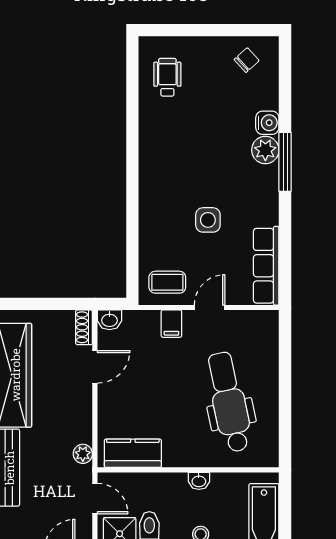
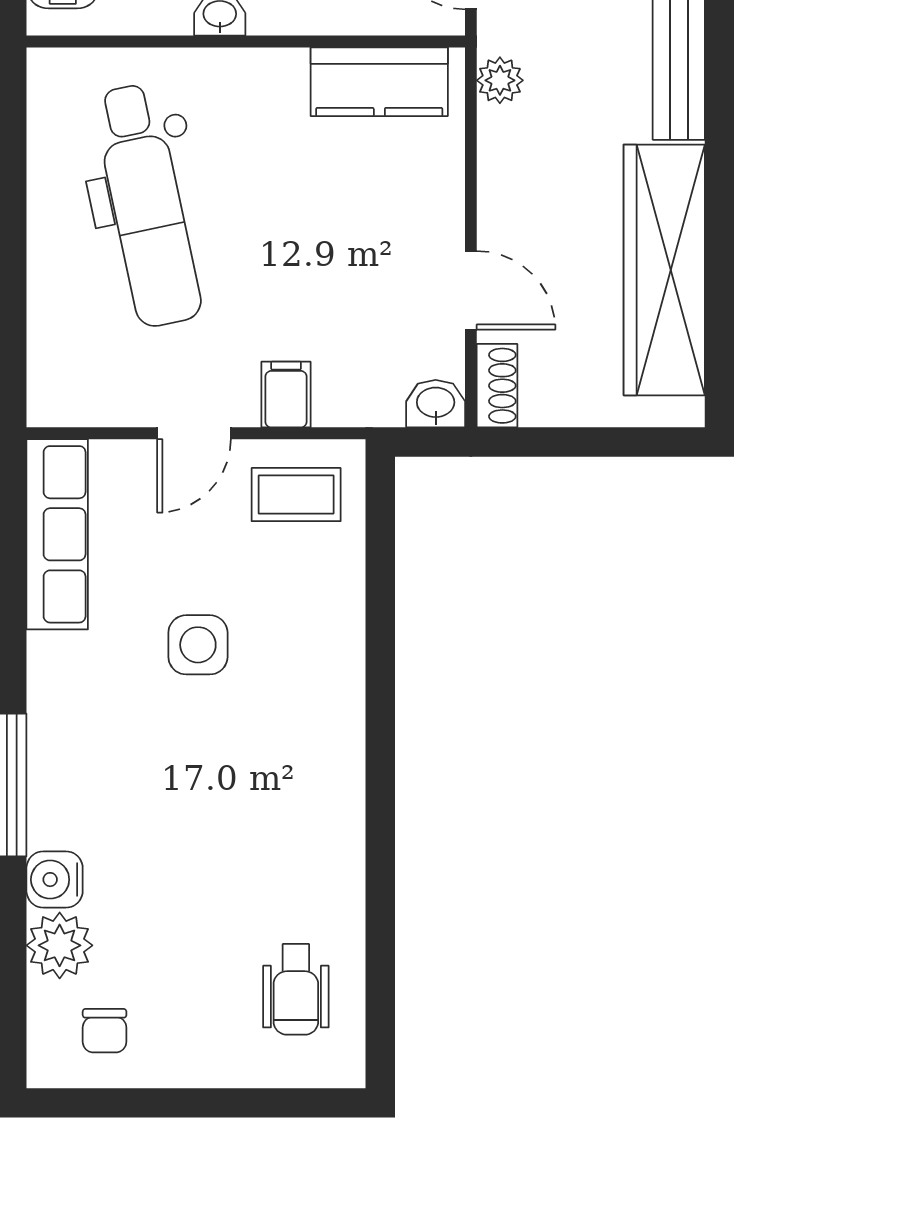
chair: (247, 60) -> (105, 1031), turned -48
plant: (265, 150) -> (60, 945), moved
door: (95, 367) -> (471, 290), swing flipped

